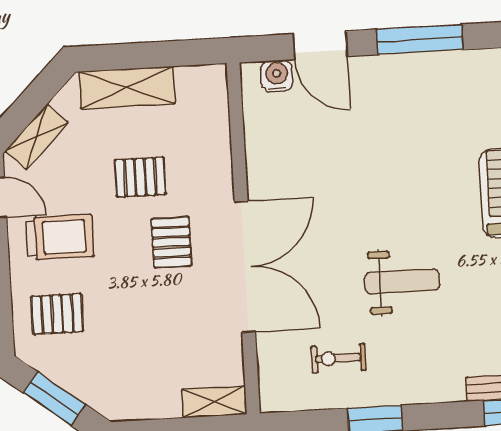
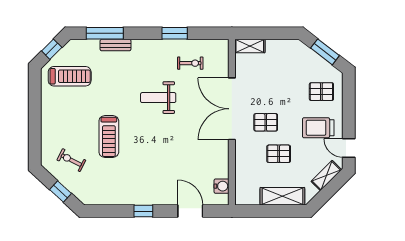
window: (420, 39) -> (143, 211), width x0.46
water cooler: (277, 76) -> (222, 186), moved, turned -90
pallet: (171, 242) -> (266, 122), turned 90

